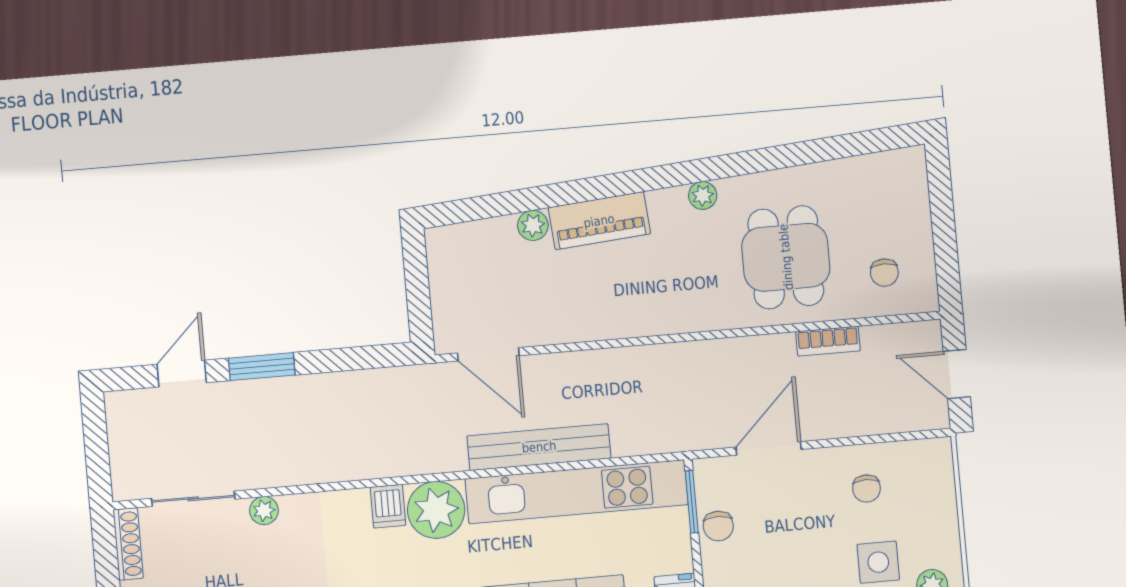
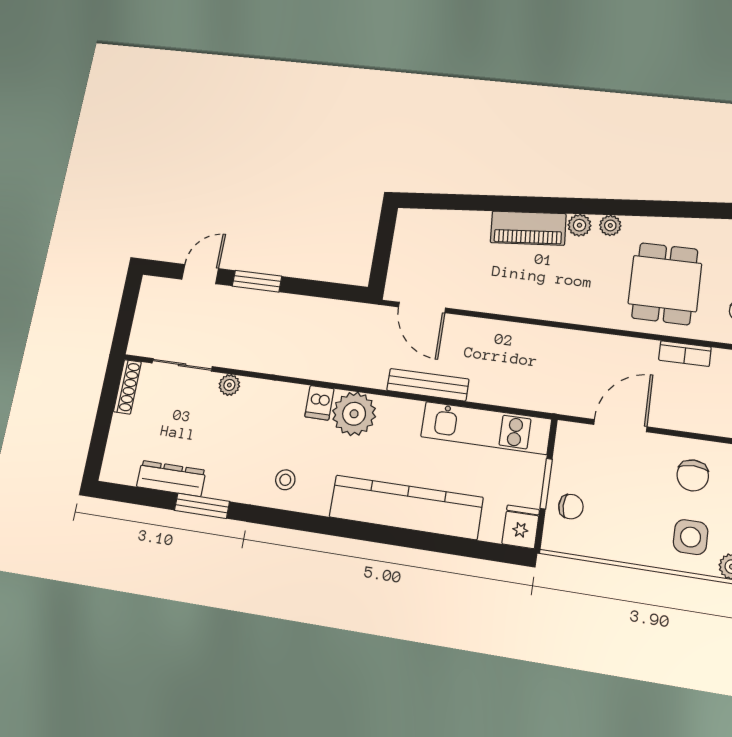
plant: (533, 225) -> (579, 225), moved
bench: (539, 447) -> (428, 385), width x0.73, depth x0.82
chair: (866, 488) -> (693, 475), width x1.37, depth x1.37
kitchen unit: (577, 492) -> (486, 428), width x0.73
window: (692, 502) -> (546, 484), moved
chair: (718, 526) -> (571, 507), moved, turned -90

